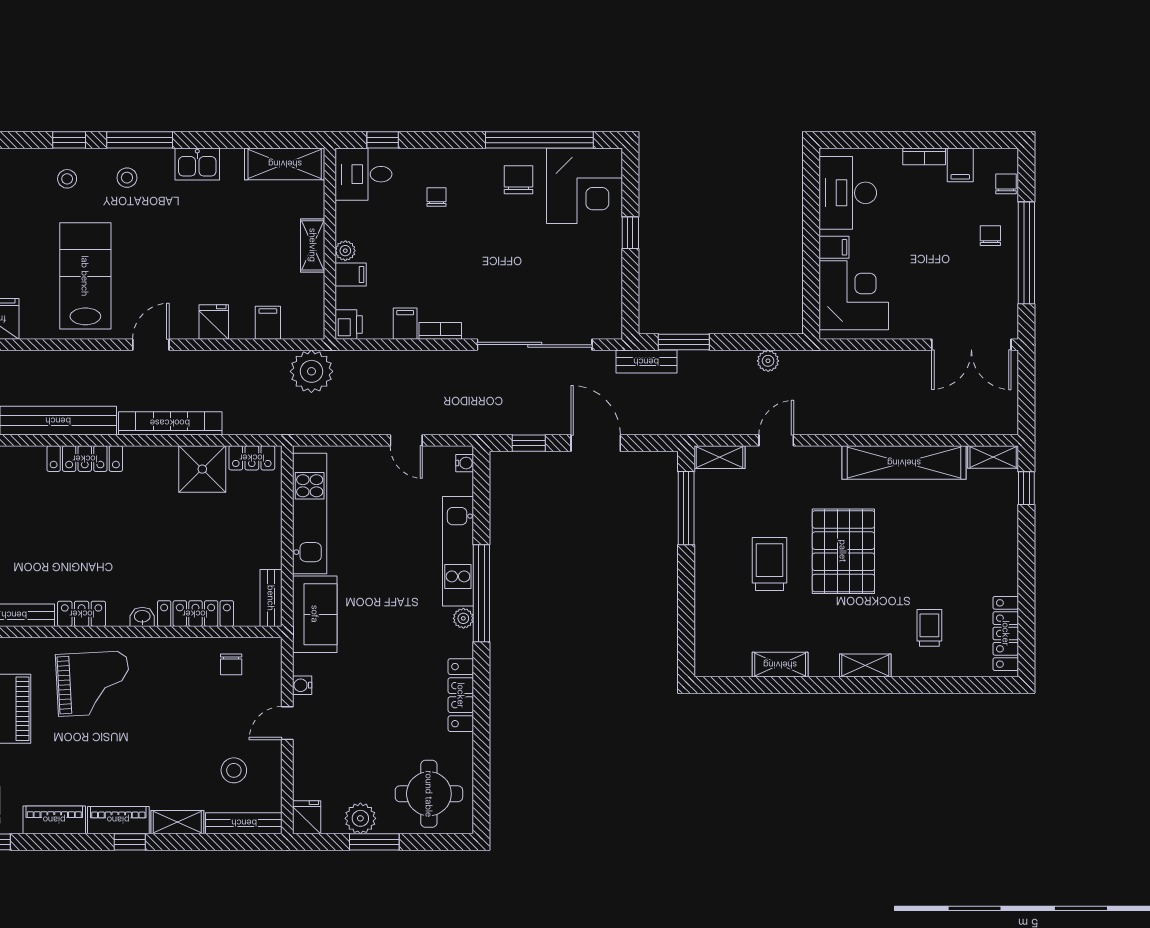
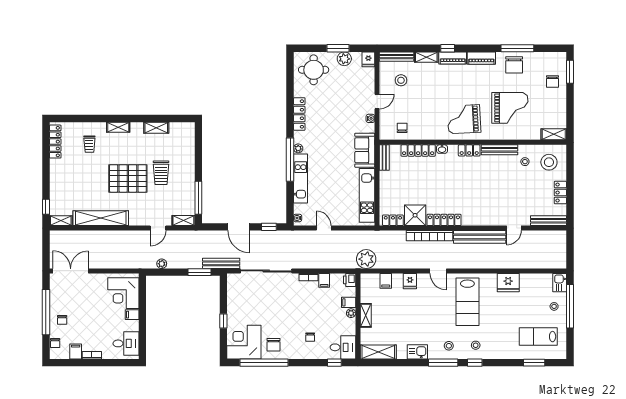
desk: (848, 193) -> (126, 343), width x0.73
door: (151, 345) -> (438, 271), hinge flipped
bench: (646, 362) -> (221, 263), width x1.36
locker: (85, 459) -> (444, 220), moved
pallet: (843, 551) -> (128, 178), turned 90

